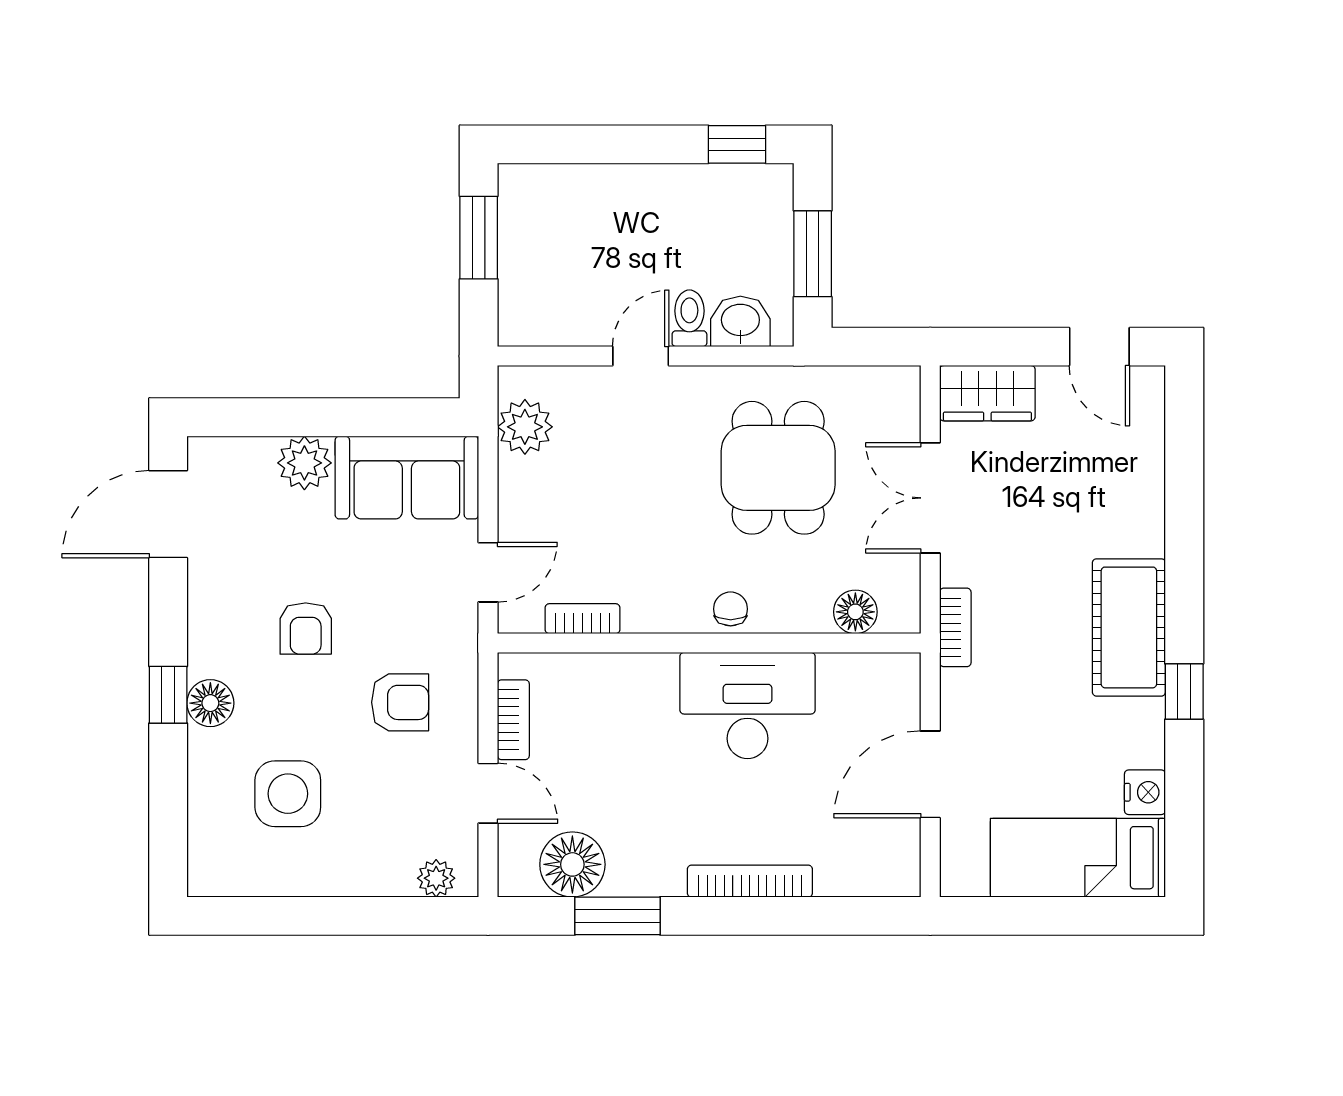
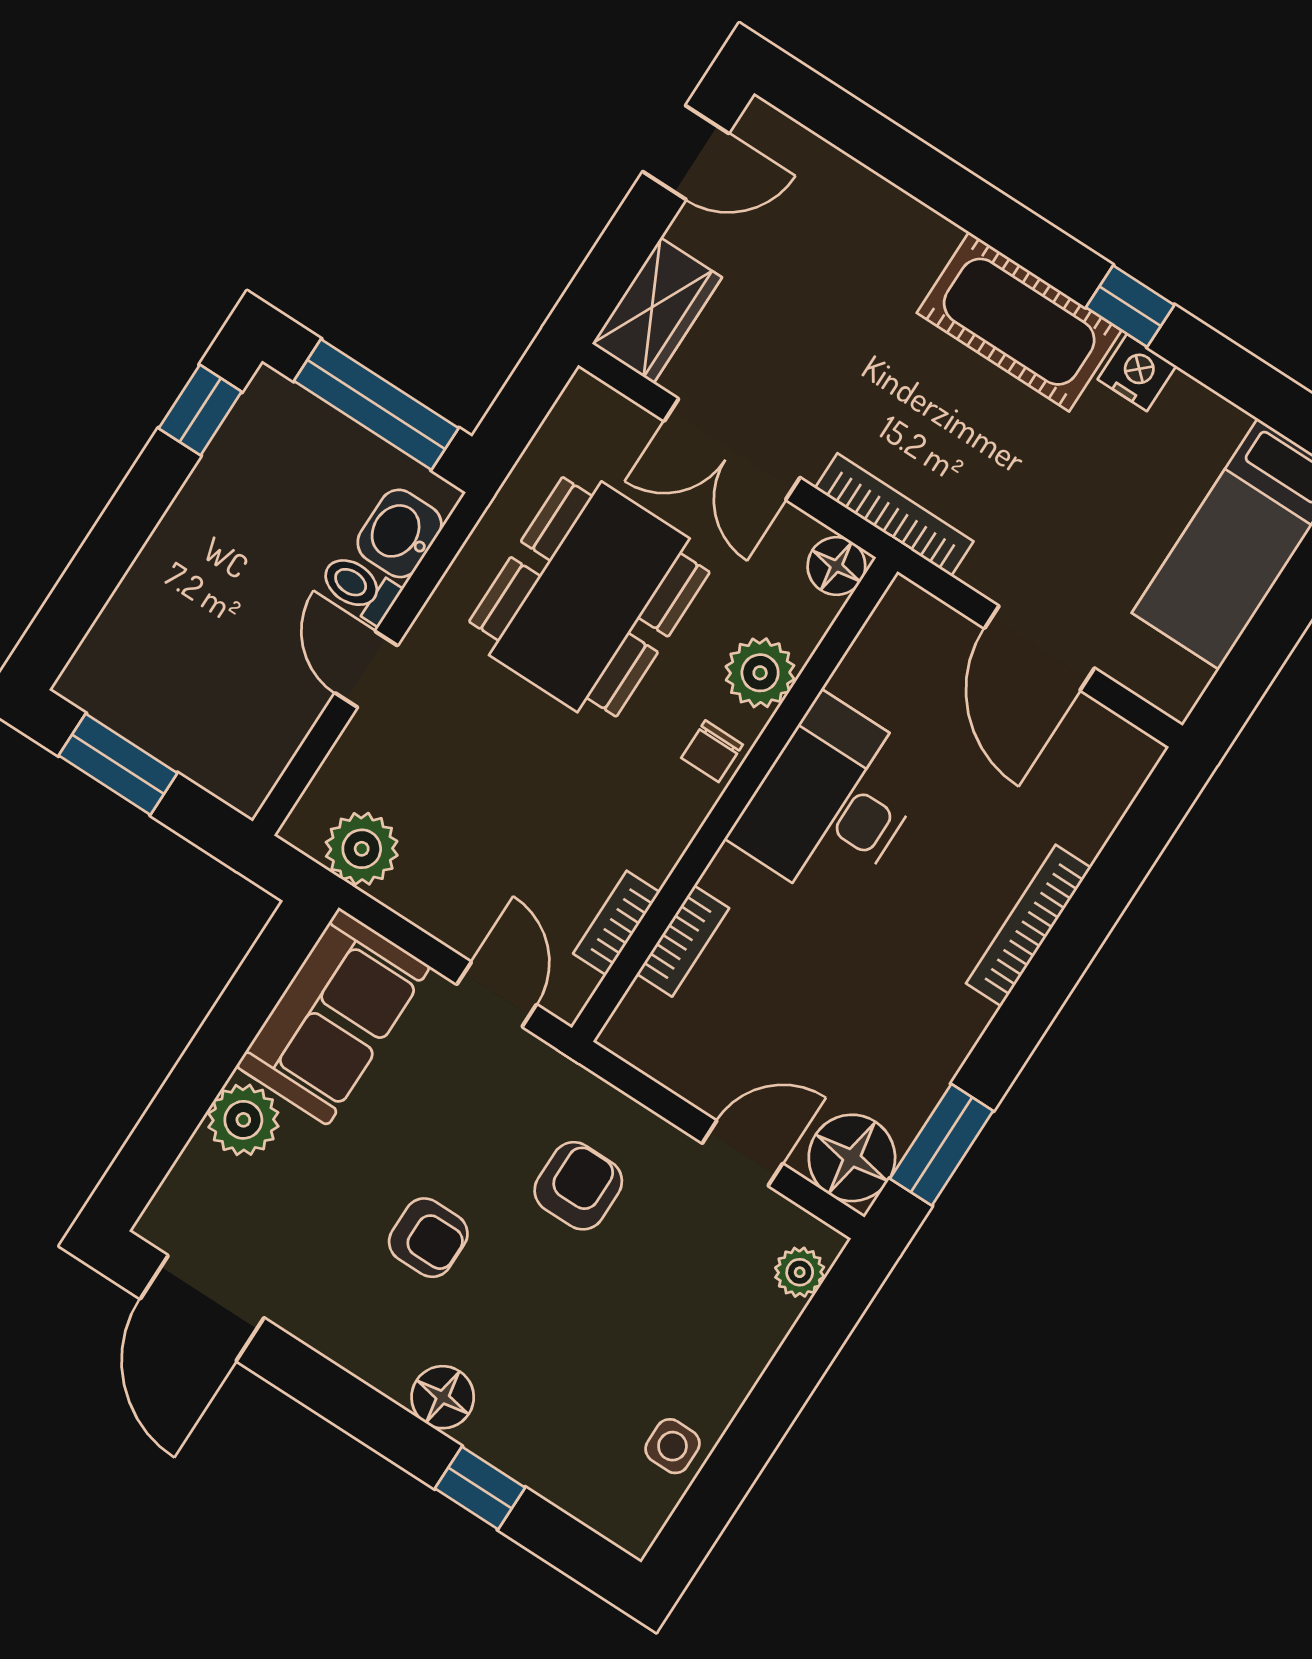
window: (813, 254) -> (376, 405), width x1.44
dining table: (778, 468) -> (589, 597), width x1.37
plant: (800, 607) -> (760, 673), added
chair: (731, 609) -> (712, 751), turned -90
floor lamp: (855, 612) -> (836, 566), moved
bookcase: (955, 627) -> (894, 515), width x1.56
window: (168, 695) -> (480, 1488), moved
bookcase: (513, 720) -> (683, 941), moved, turned 90
nightstand: (1145, 792) -> (1137, 373), moved
side table: (288, 794) -> (672, 1446), moved, width x0.54, depth x0.54
floor lamp: (572, 864) -> (852, 1158), moved
window: (618, 916) -> (942, 1145), moved

